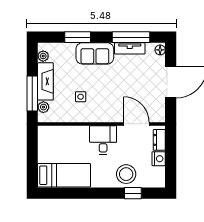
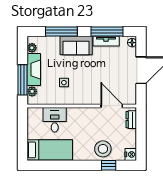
window: (78, 37) -> (61, 32), width x1.44
desk: (103, 140) -> (55, 120), moved
nightstand: (159, 159) -> (131, 154), moved

